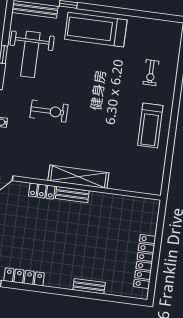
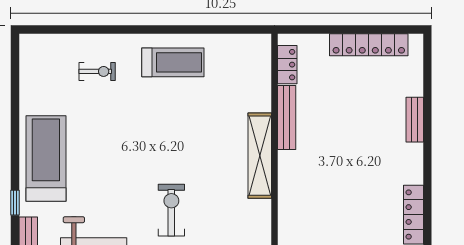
treadmill: (96, 30) -> (46, 158), turned 180
locker: (42, 191) -> (287, 65), moved
bench: (72, 195) -> (287, 117), moved, width x1.36

